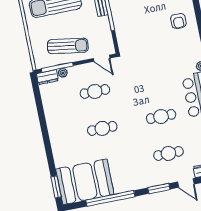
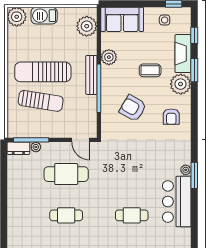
armchair: (142, 20) -> (133, 108), added
sun lounger: (68, 46) -> (41, 101), moved
cafe table: (95, 92) -> (66, 174), width x1.37, depth x1.35

